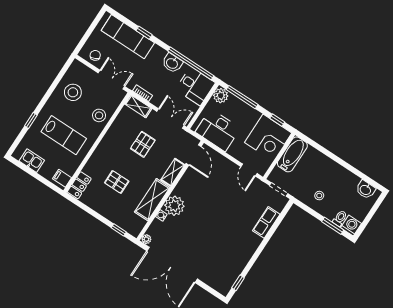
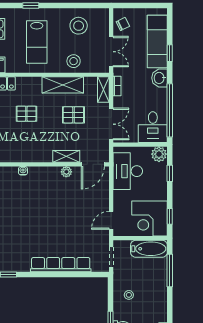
washbasin: (172, 63) -> (159, 78), moved
window: (242, 97) -> (170, 173), width x0.46
window: (321, 149) -> (170, 271), added
pallet: (117, 182) -> (26, 114), turned 90
shelving: (152, 200) -> (63, 85), moved
plant: (174, 206) -> (66, 172), moved, width x0.53, depth x0.53
row of seats: (266, 222) -> (61, 265), width x2.02

